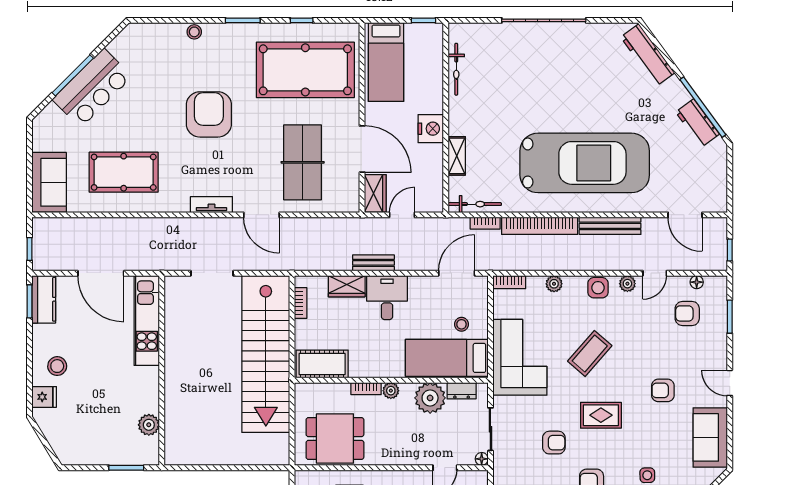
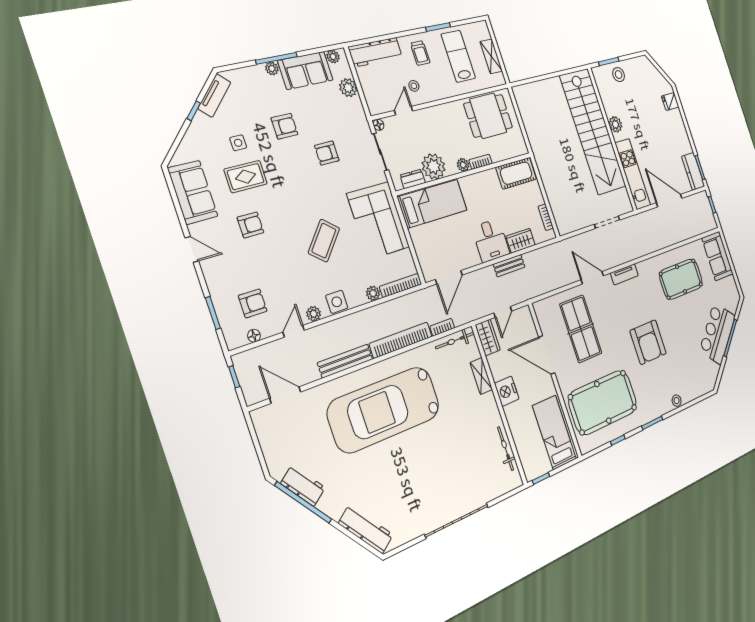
wardrobe: (375, 193) -> (488, 337), moved, turned 180
bookcase: (509, 282) -> (401, 285), width x1.56
stool: (461, 324) -> (431, 235), removed
stairs: (266, 354) -> (593, 131), moved, turned 180
stool: (57, 366) -> (619, 75), moved
rug: (601, 415) -> (246, 177), moved
plant: (149, 425) -> (615, 124), moved

